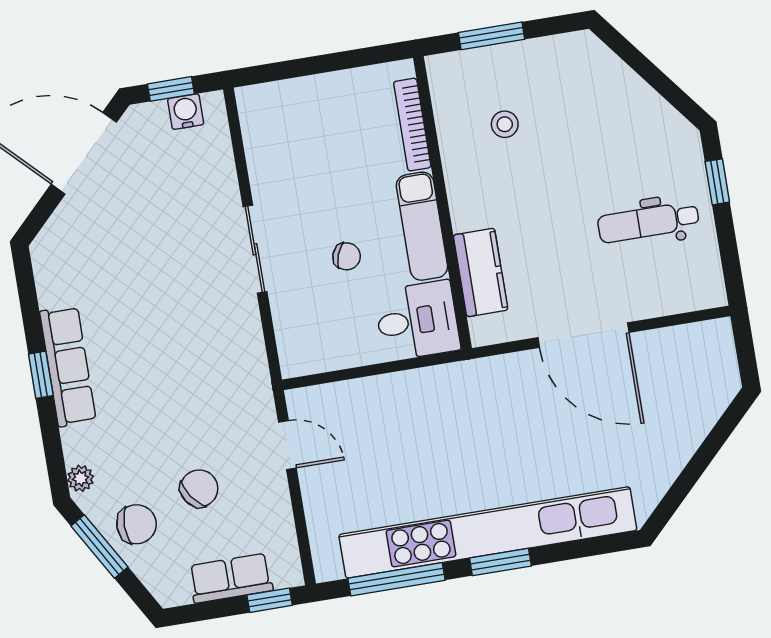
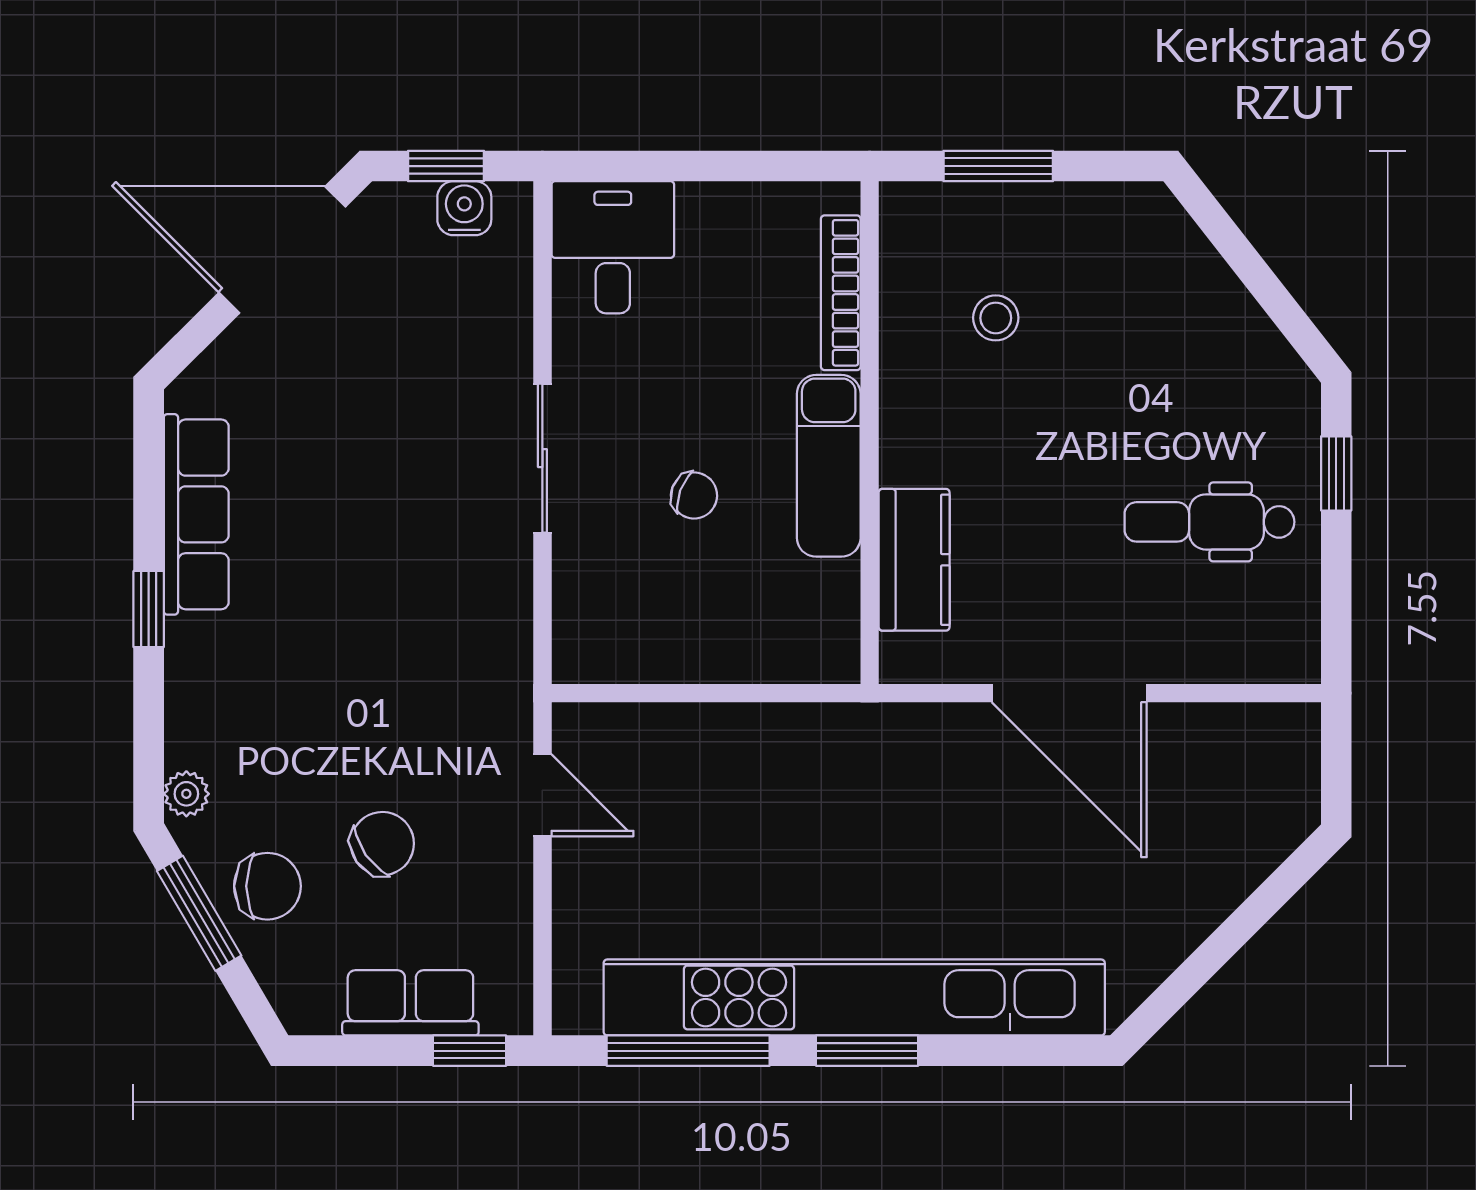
desk: (417, 321) -> (613, 247), moved, turned -90
row of seats: (68, 366) -> (196, 514), moved

